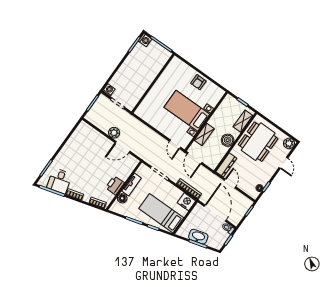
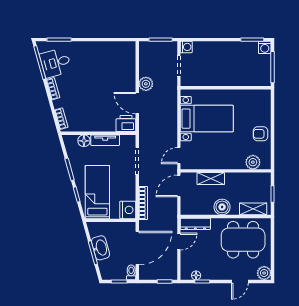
plant: (213, 100) -> (253, 162), added
bed with nightstands: (187, 111) -> (207, 119), moved, turned 90
printer: (115, 185) -> (126, 124), moved

